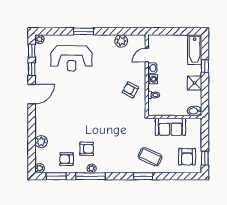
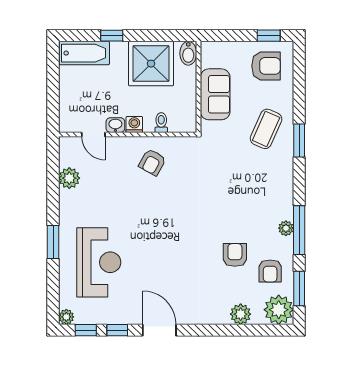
shower: (195, 83) -> (151, 64), width x1.86, depth x1.86
armchair: (87, 149) -> (235, 255), moved
plant: (40, 168) -> (279, 310), width x1.88, depth x1.88

